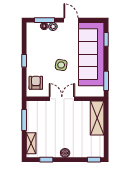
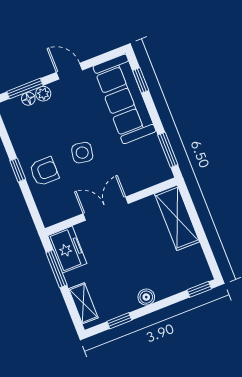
sofa: (91, 54) -> (124, 99), width x0.74, depth x0.79
armchair: (36, 83) -> (44, 171), moved, turned 90
freezer: (34, 112) -> (67, 250), added

